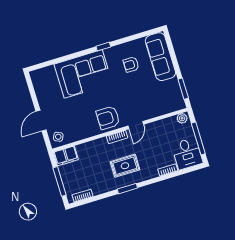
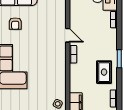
armchair: (108, 118) -> (54, 57), removed
rug: (125, 166) -> (104, 72), moved

